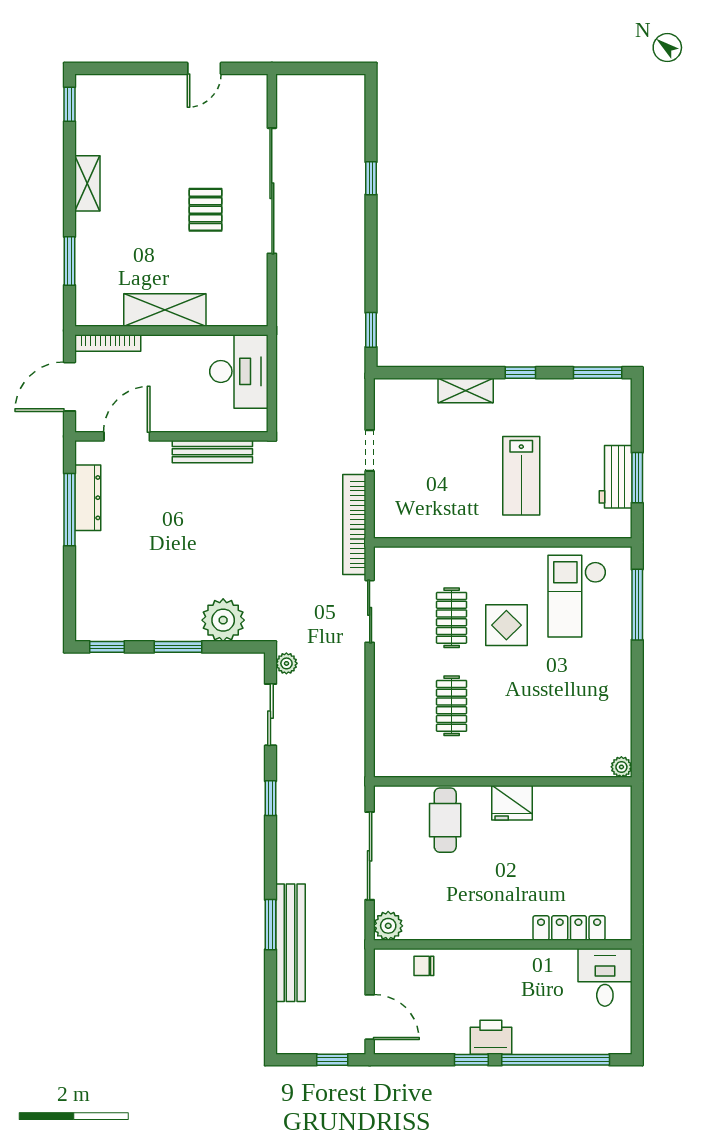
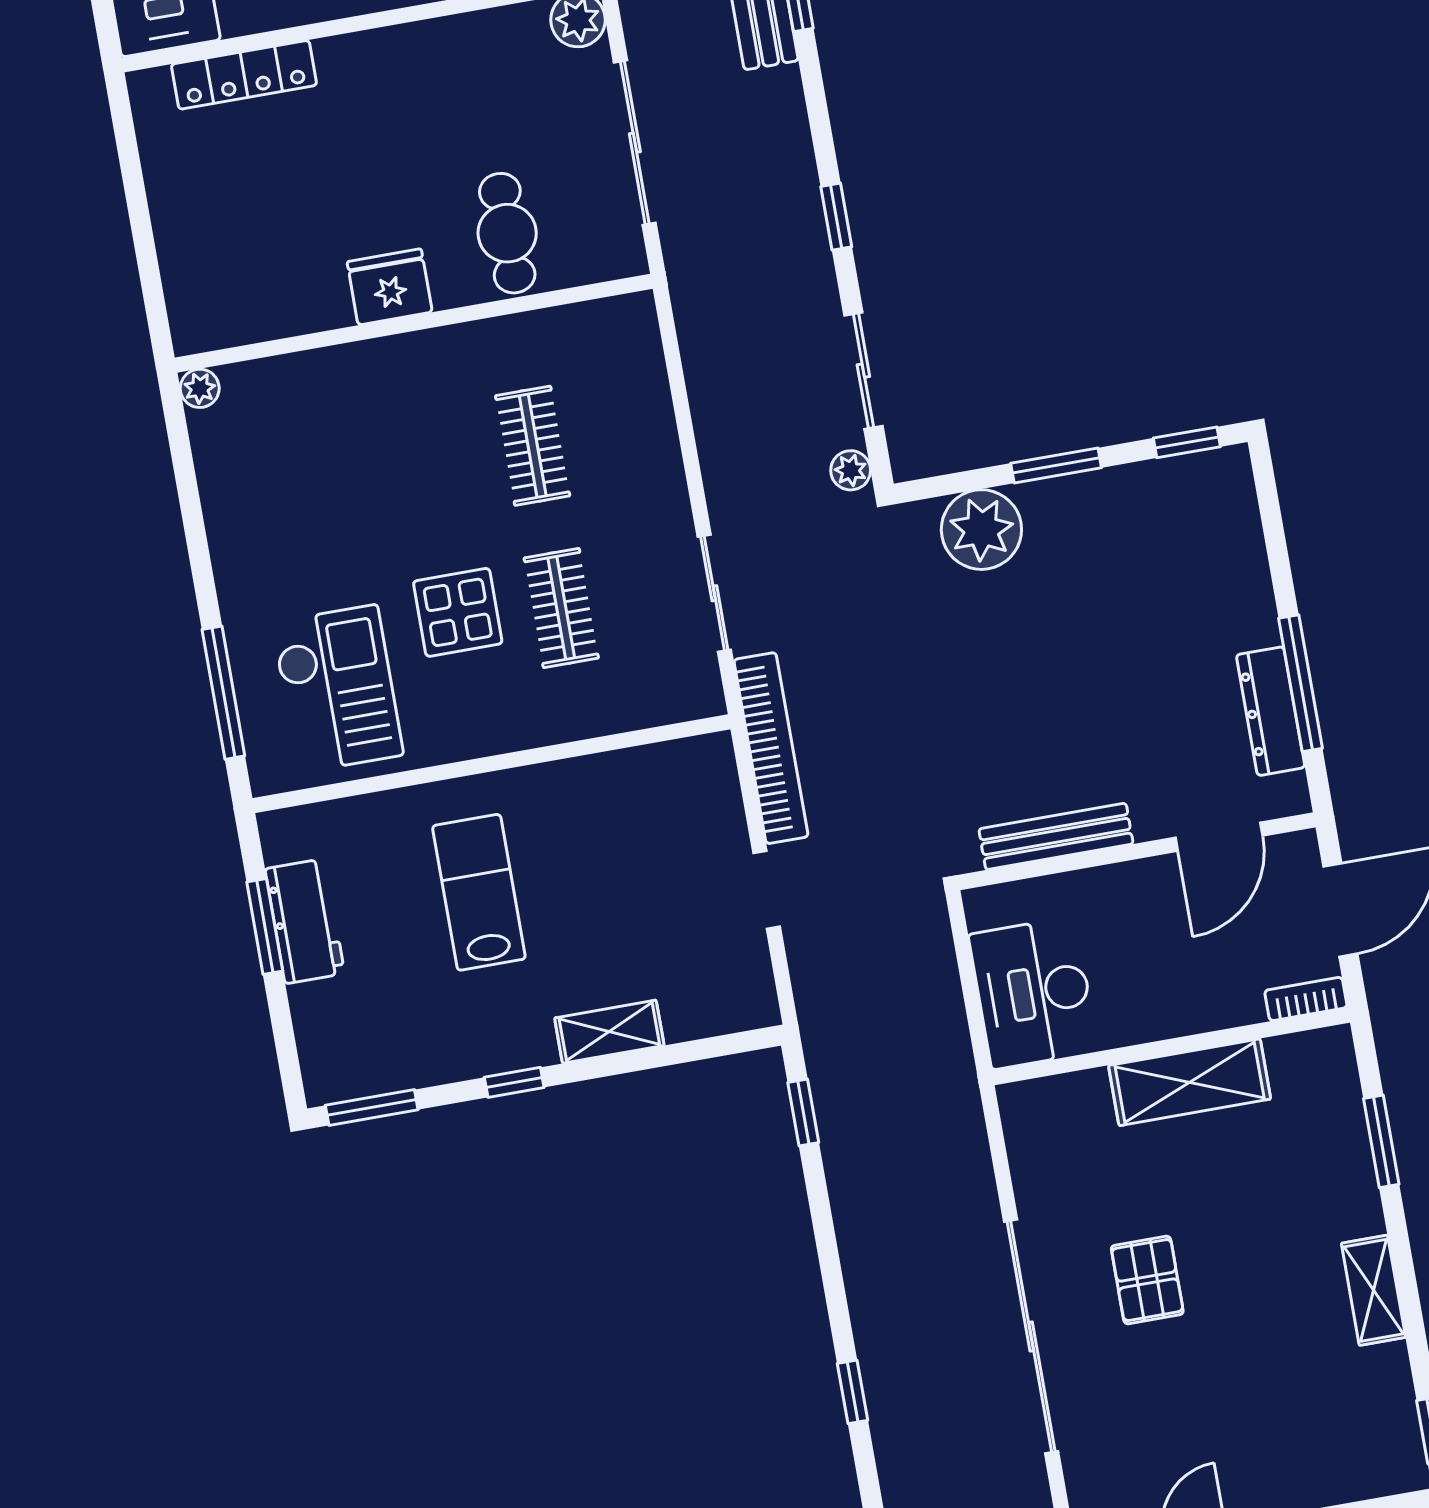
bookcase: (108, 343) -> (1306, 999), width x0.64

